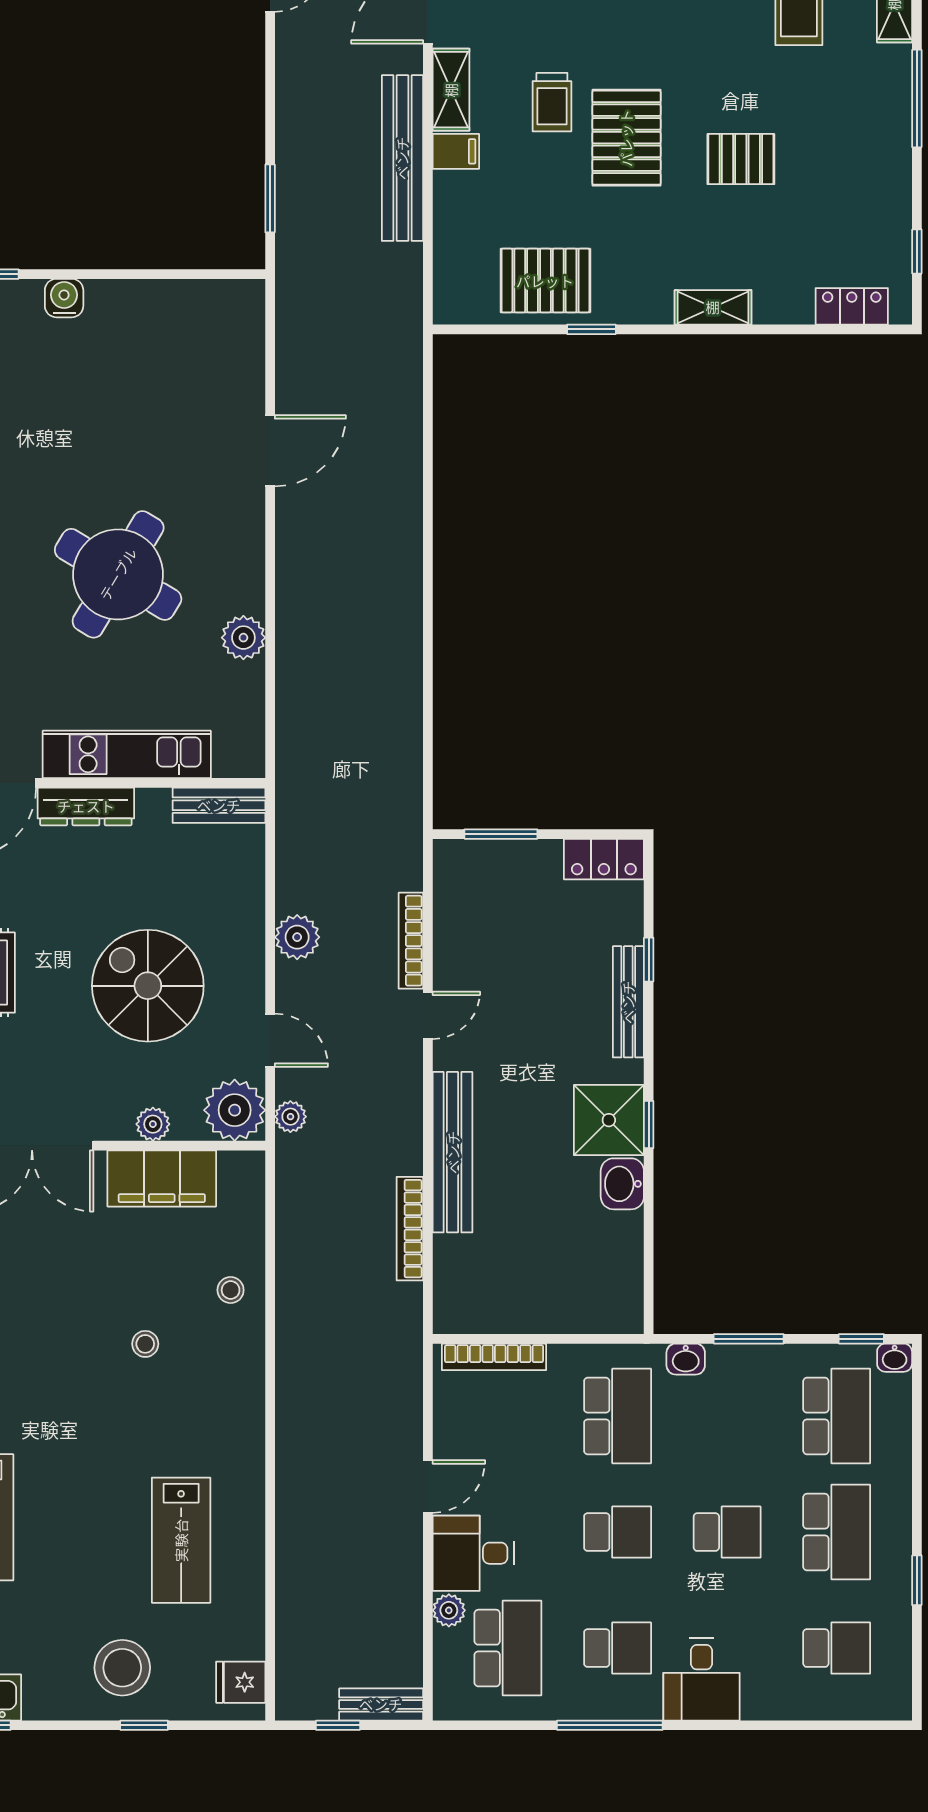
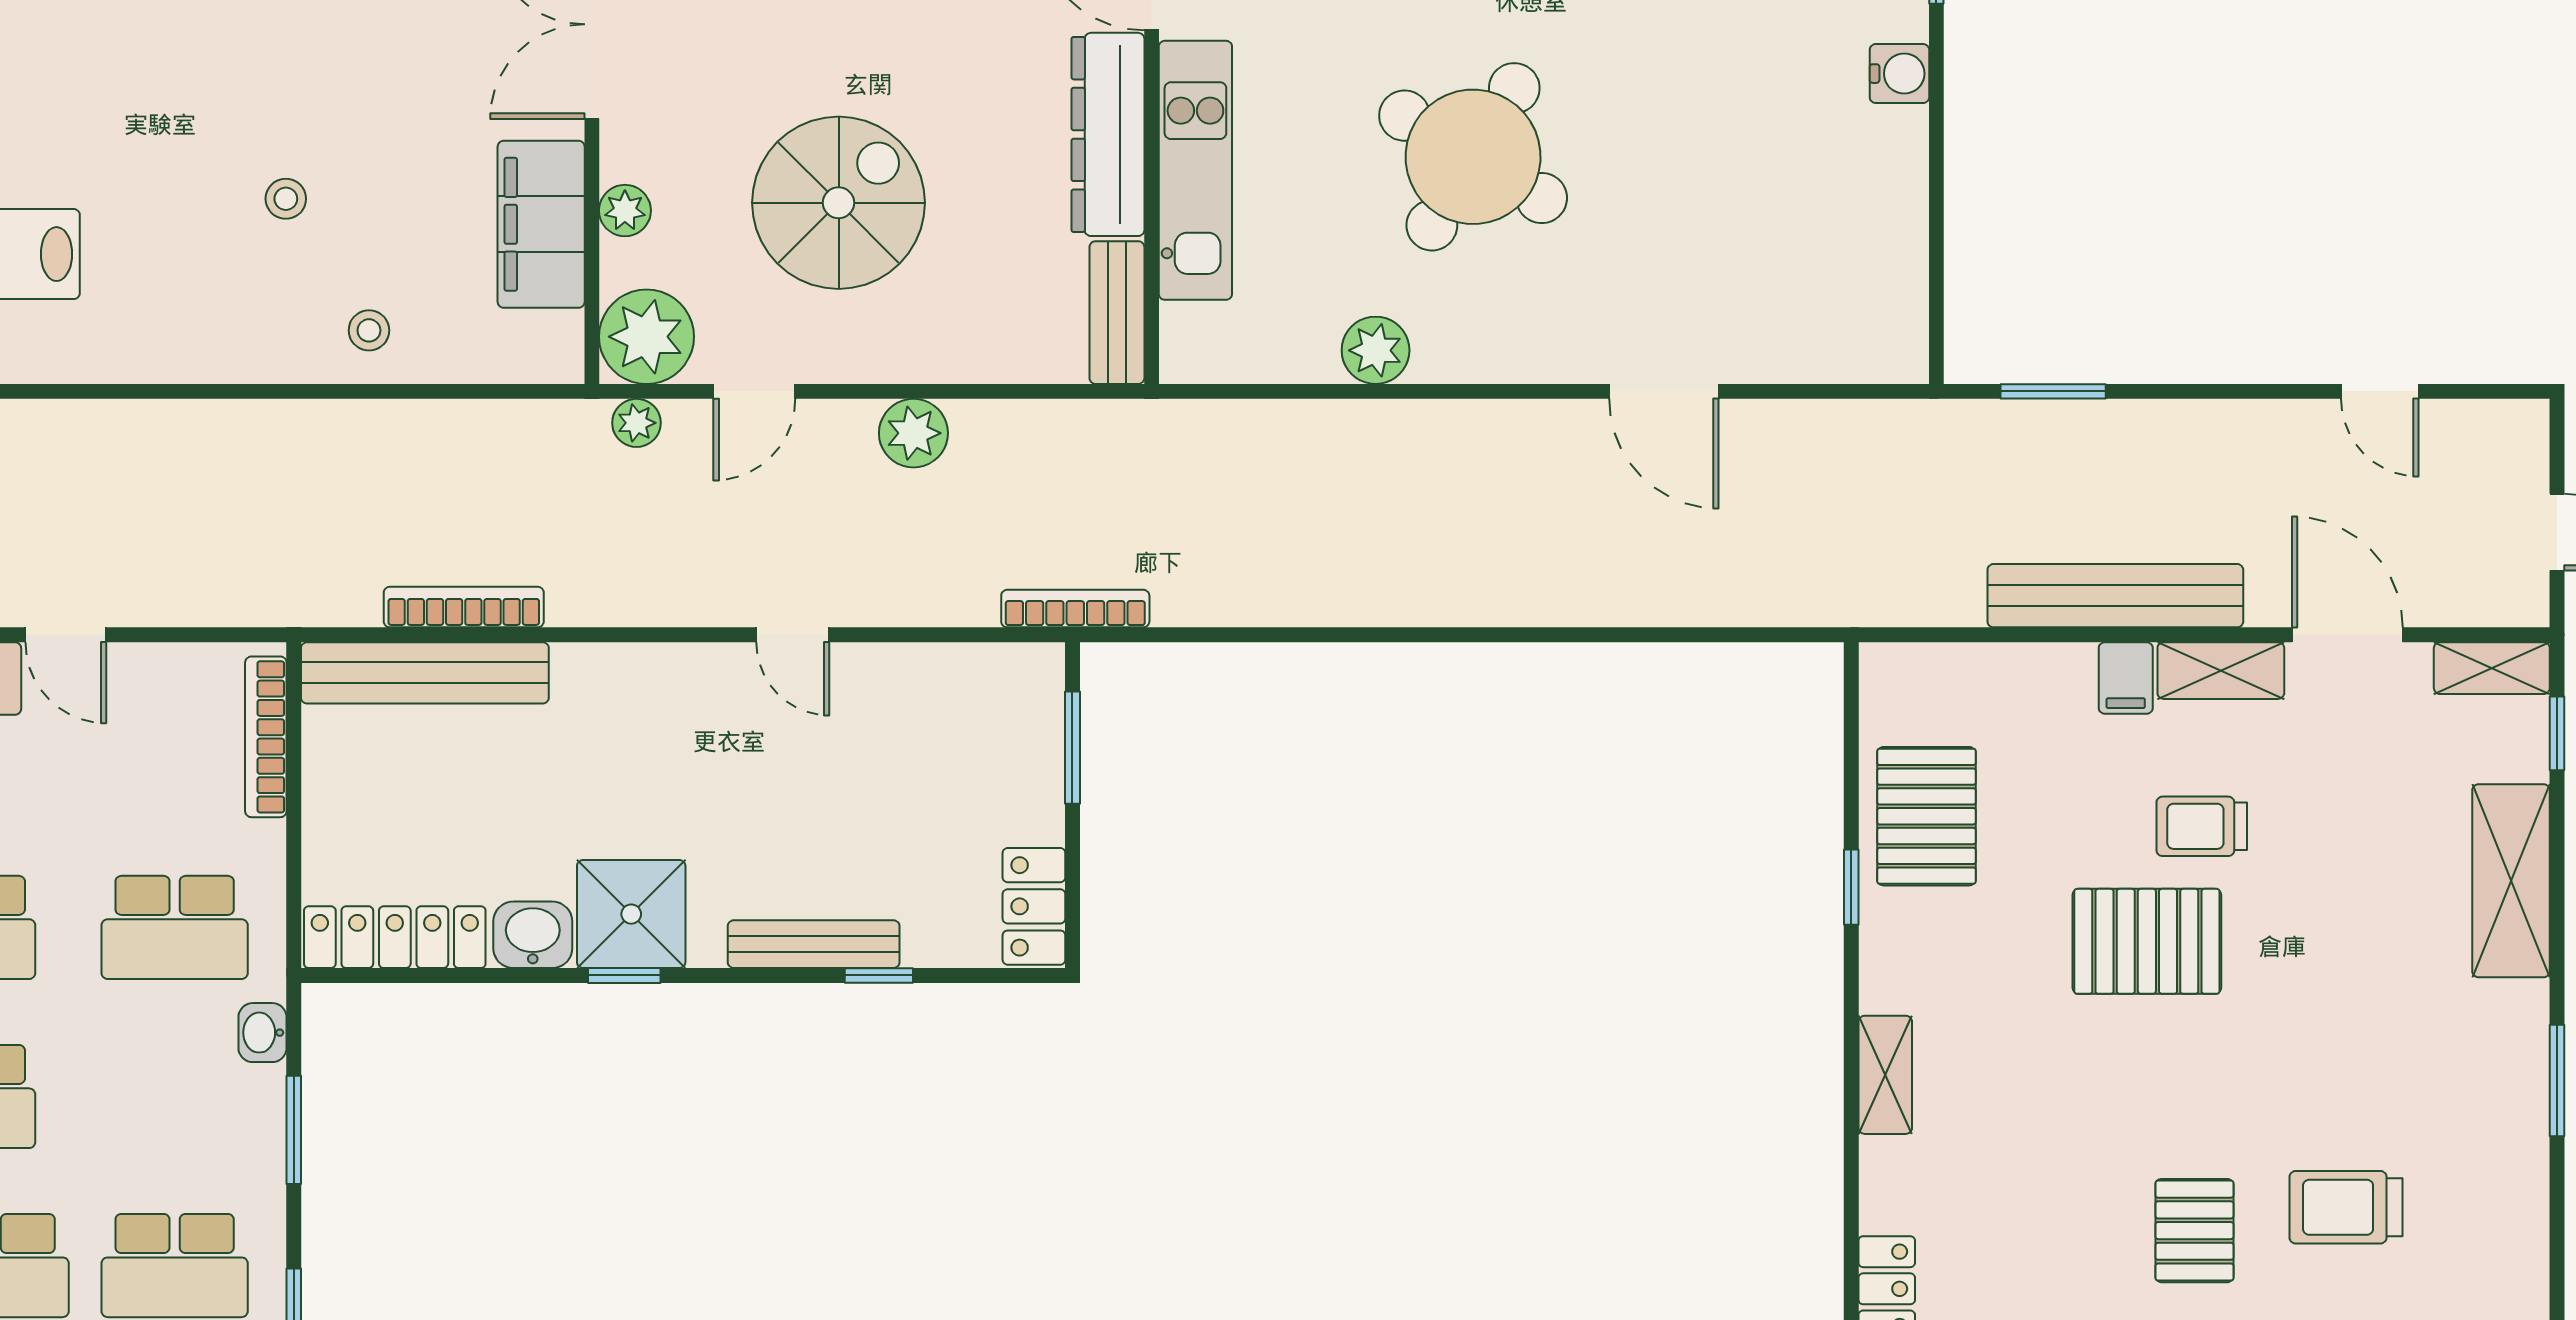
pallet: (741, 159) -> (2194, 1231), moved
dresser: (86, 806) -> (1108, 134), width x1.37, depth x1.24
bookcase: (411, 941) -> (1075, 609), moved
bench: (453, 1152) -> (425, 673), moved
locker: (624, 1273) -> (395, 937), added

